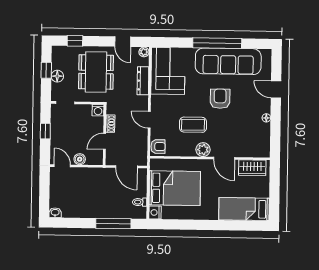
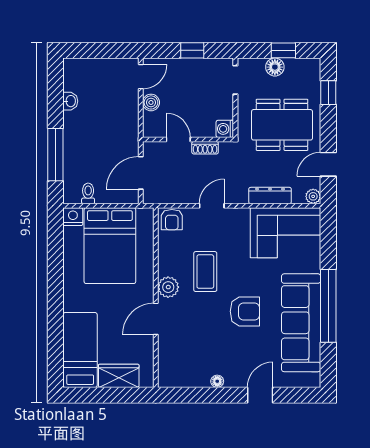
wardrobe: (252, 168) -> (119, 376), moved, turned 90
washbasin: (55, 213) -> (70, 101), moved

